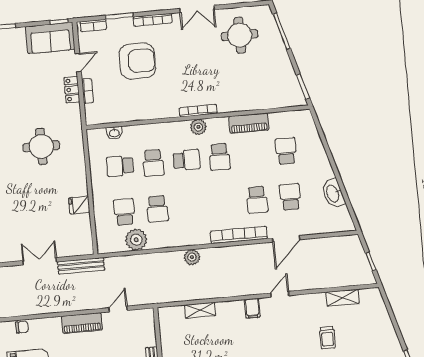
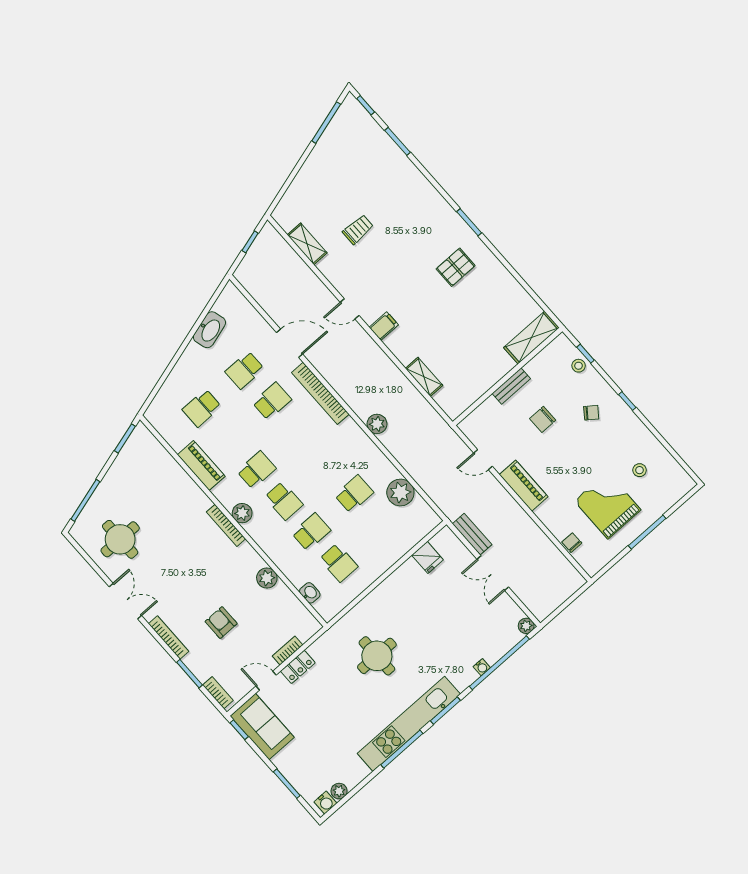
armchair: (137, 61) -> (221, 623), width x0.53, depth x0.53
plant: (144, 112) -> (267, 578), added
school desk: (186, 160) -> (284, 501), turned 180
fridge: (79, 205) -> (427, 557), moved
school desk: (124, 212) -> (381, 525), removed
bench: (81, 266) -> (472, 534), width x0.73

